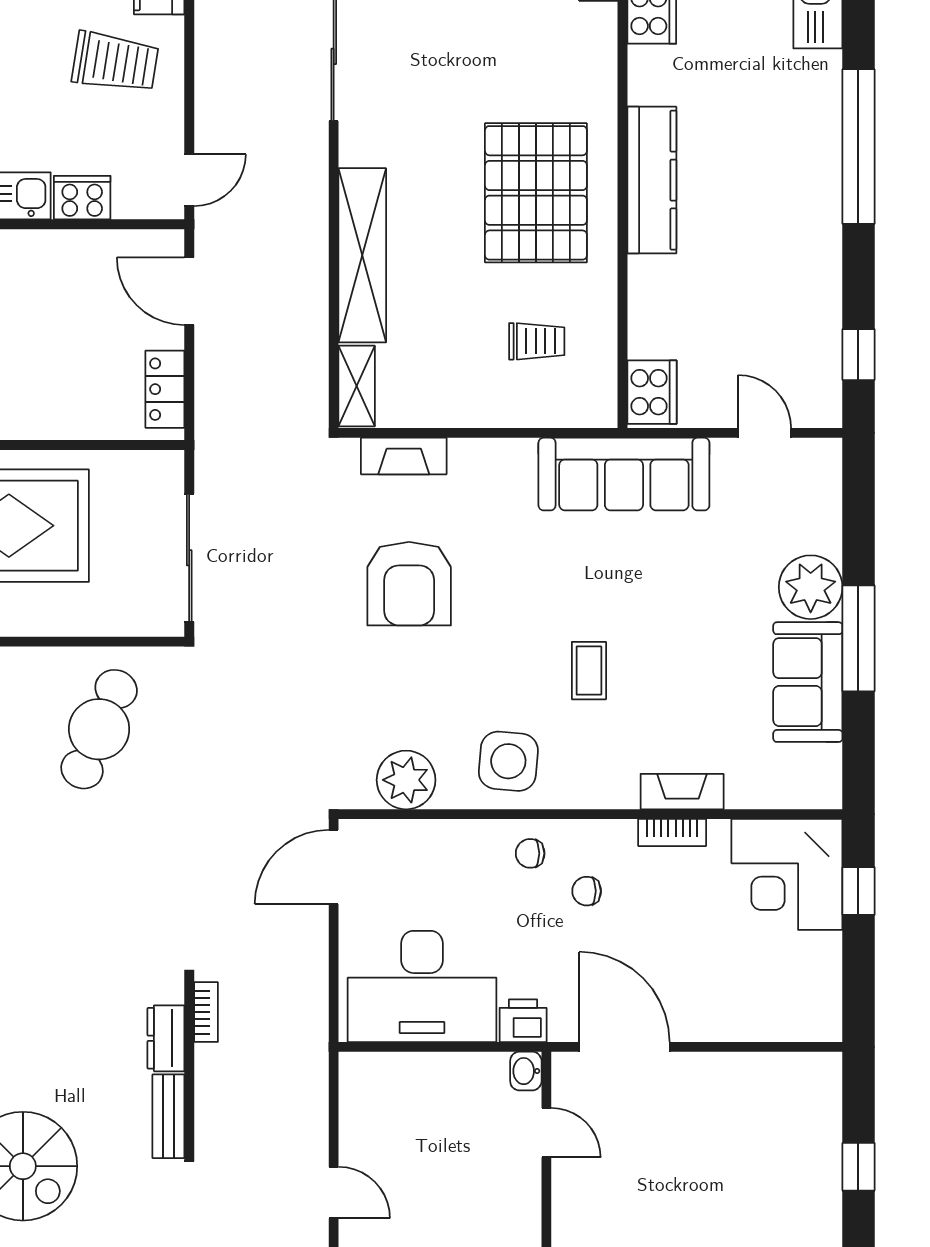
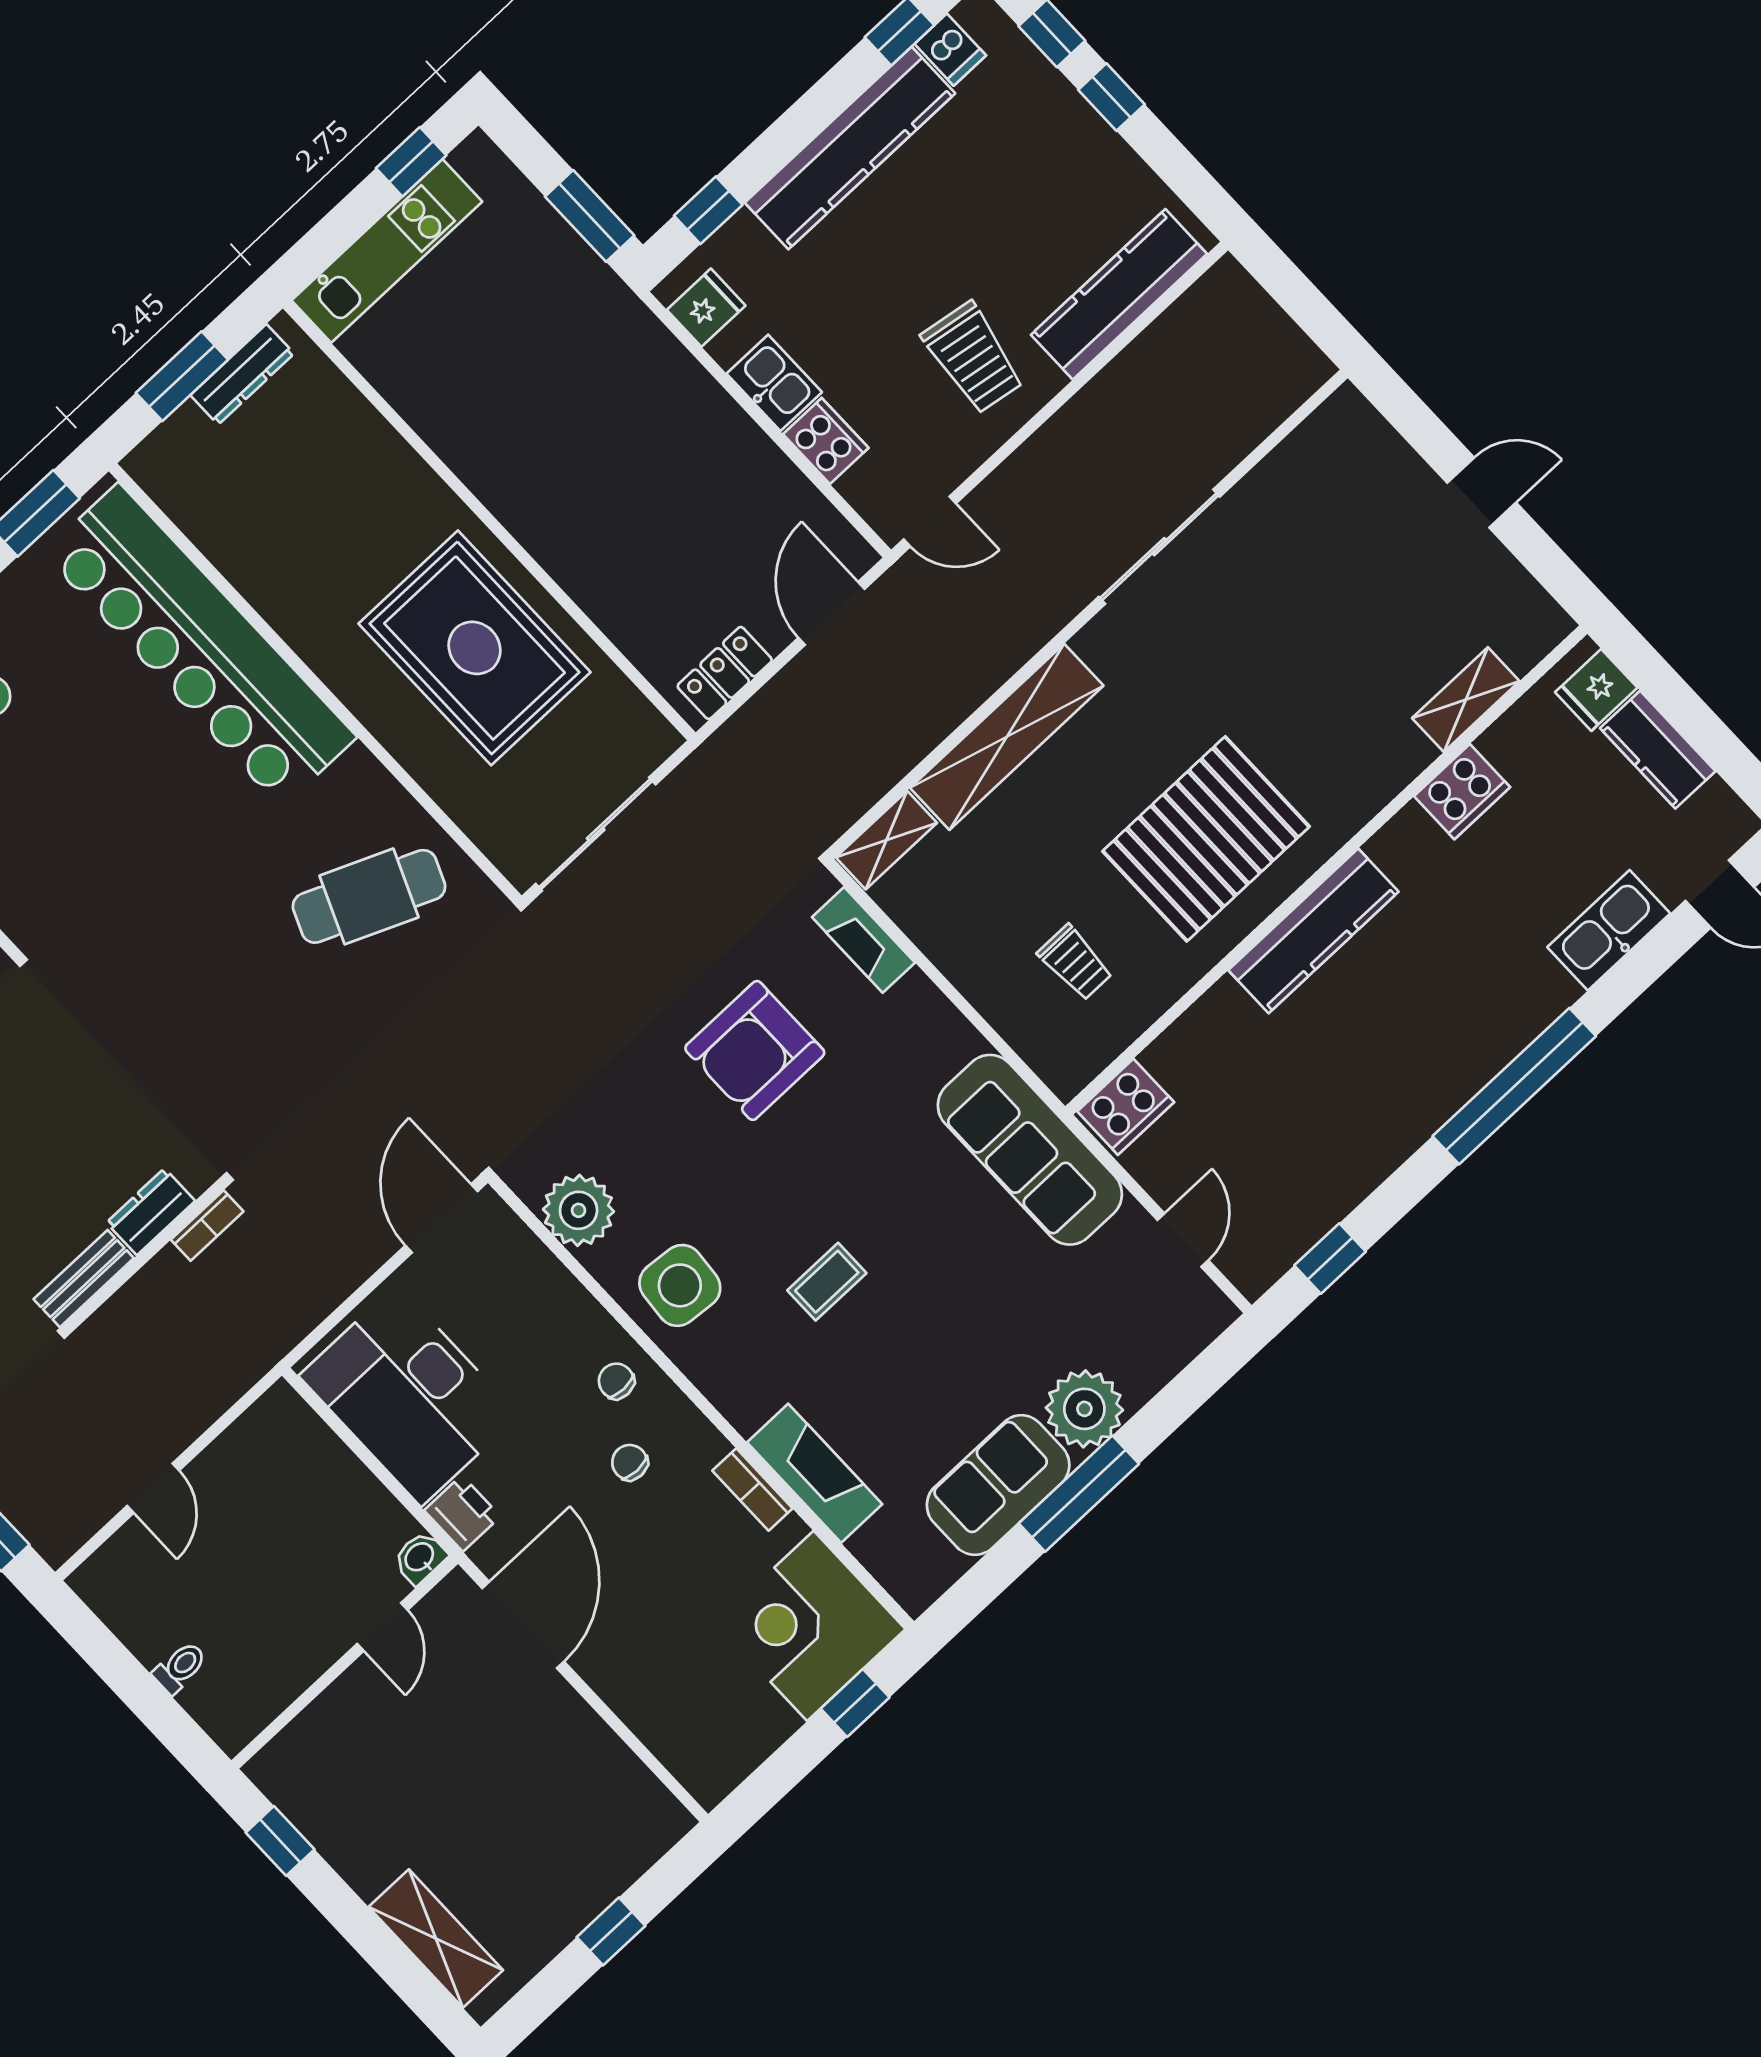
fireplace: (682, 792) -> (815, 1473), width x1.37, depth x1.32
door: (334, 867) -> (441, 1218), hinge flipped

